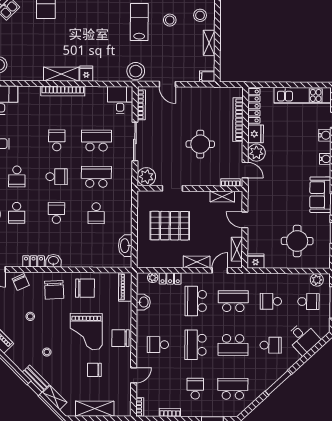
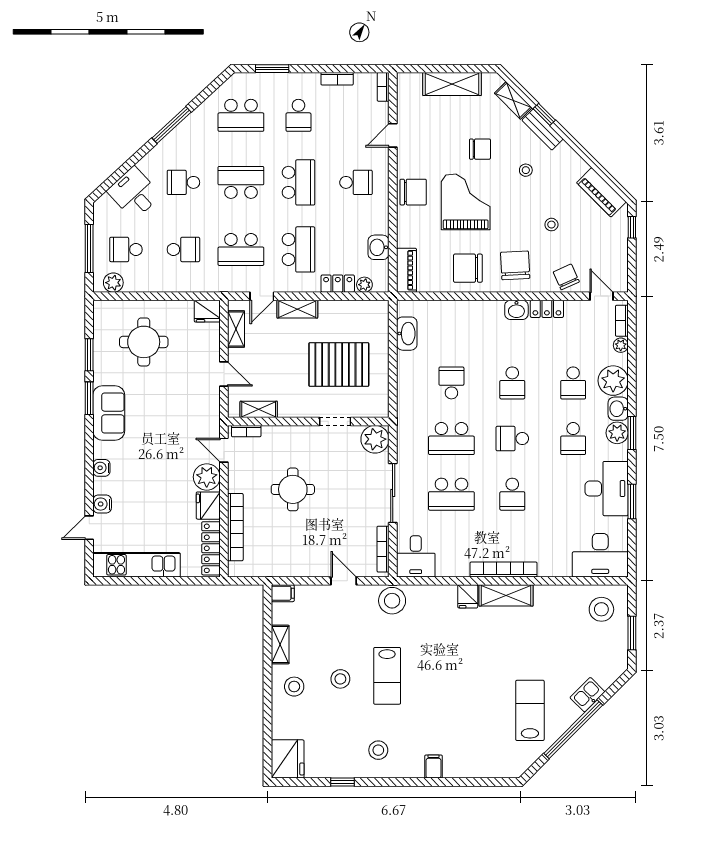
school desk: (17, 176) -> (573, 439), turned 180
school desk: (17, 213) -> (573, 383), turned 180
chair: (94, 370) -> (480, 149), moved

